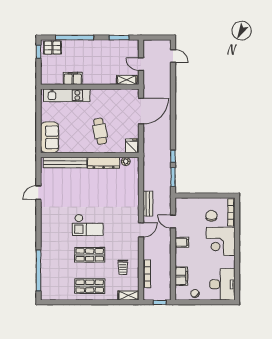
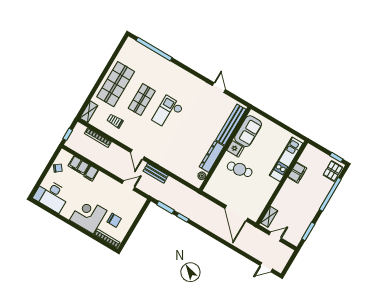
sofa: (50, 137) -> (248, 131), moved, turned -90
fridge: (132, 146) -> (235, 149), moved
filing cabinet: (182, 242) -> (91, 173), moved
shop shelf: (90, 286) -> (116, 84), width x1.43, depth x1.36

